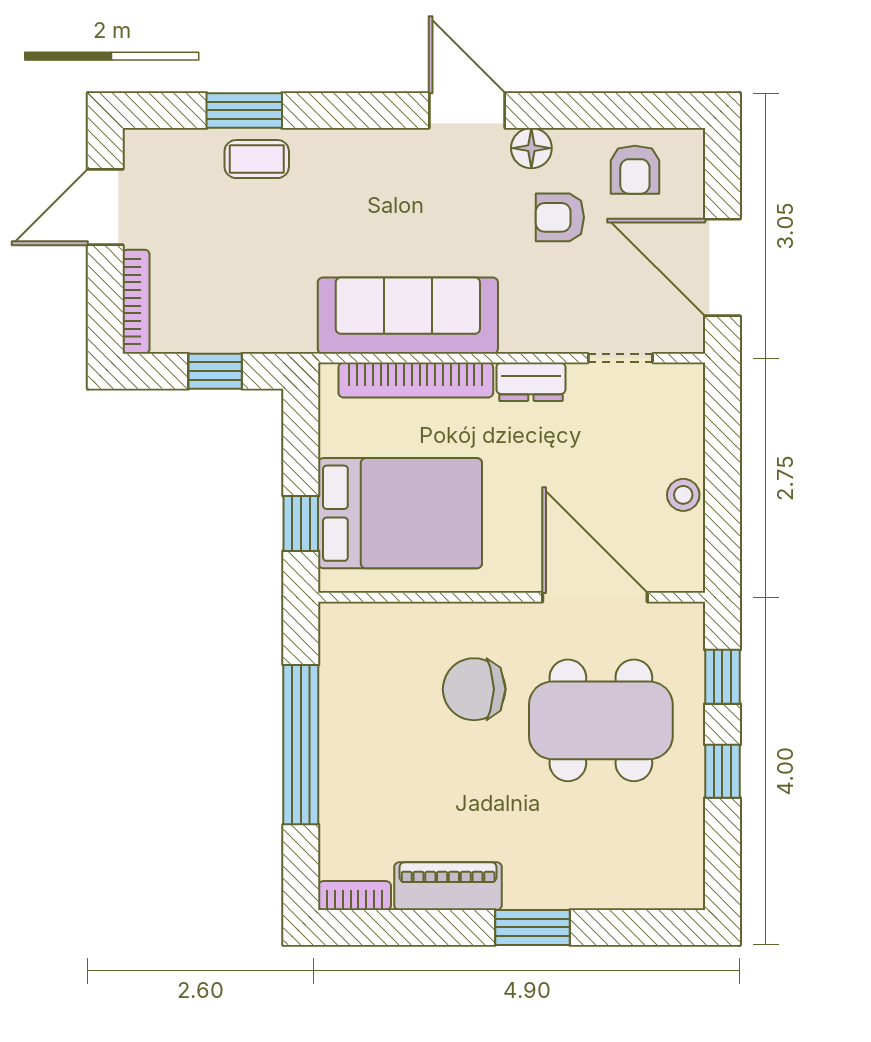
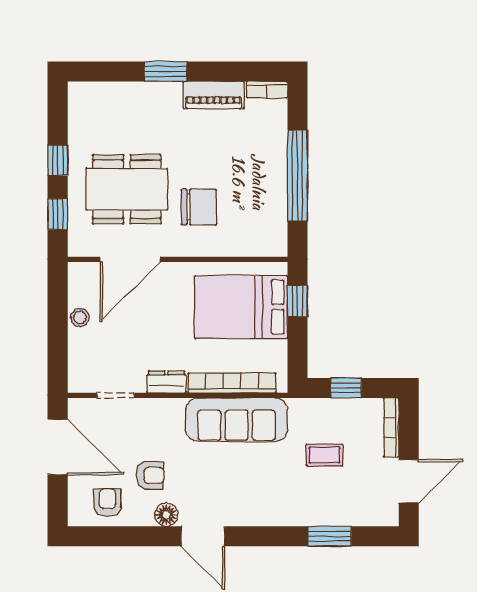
coffee table: (257, 159) -> (324, 455), moved
door: (595, 597) -> (130, 259), hinge flipped

